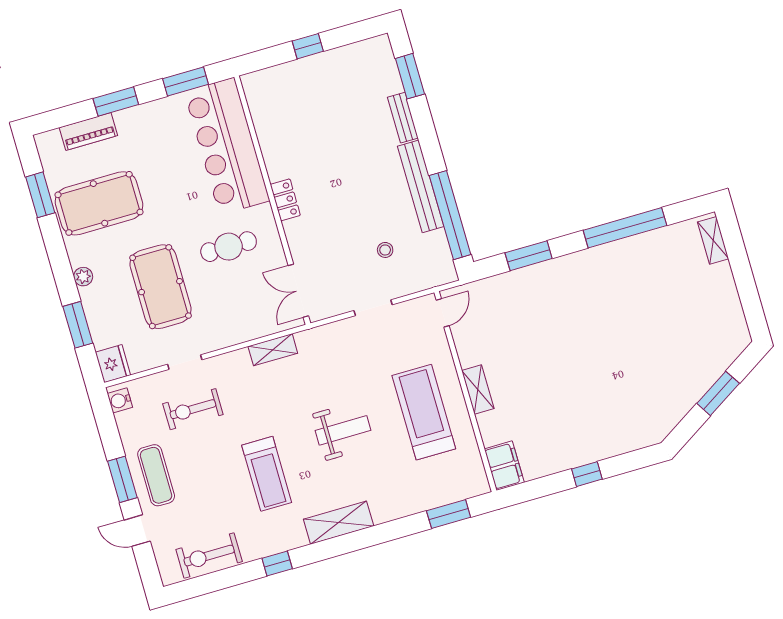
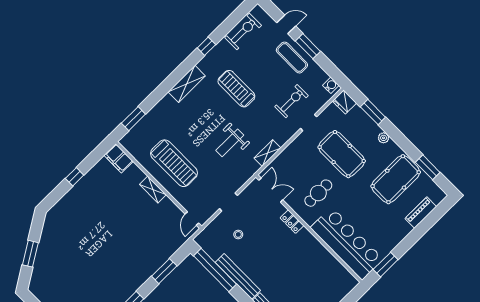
window: (116, 102) -> (415, 235), removed
locker: (285, 200) -> (292, 222), moved
weight bench: (343, 430) -> (230, 143), moved

